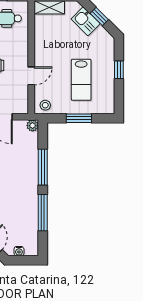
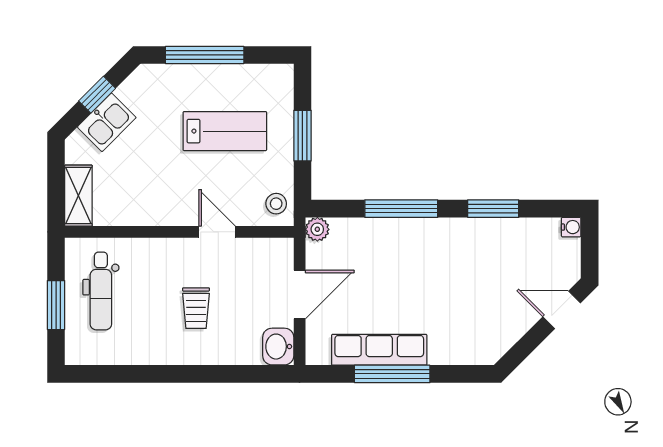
window: (119, 70) -> (205, 55), width x2.17
window: (43, 213) -> (493, 209), width x0.69
water cooler: (19, 251) -> (571, 227), moved

